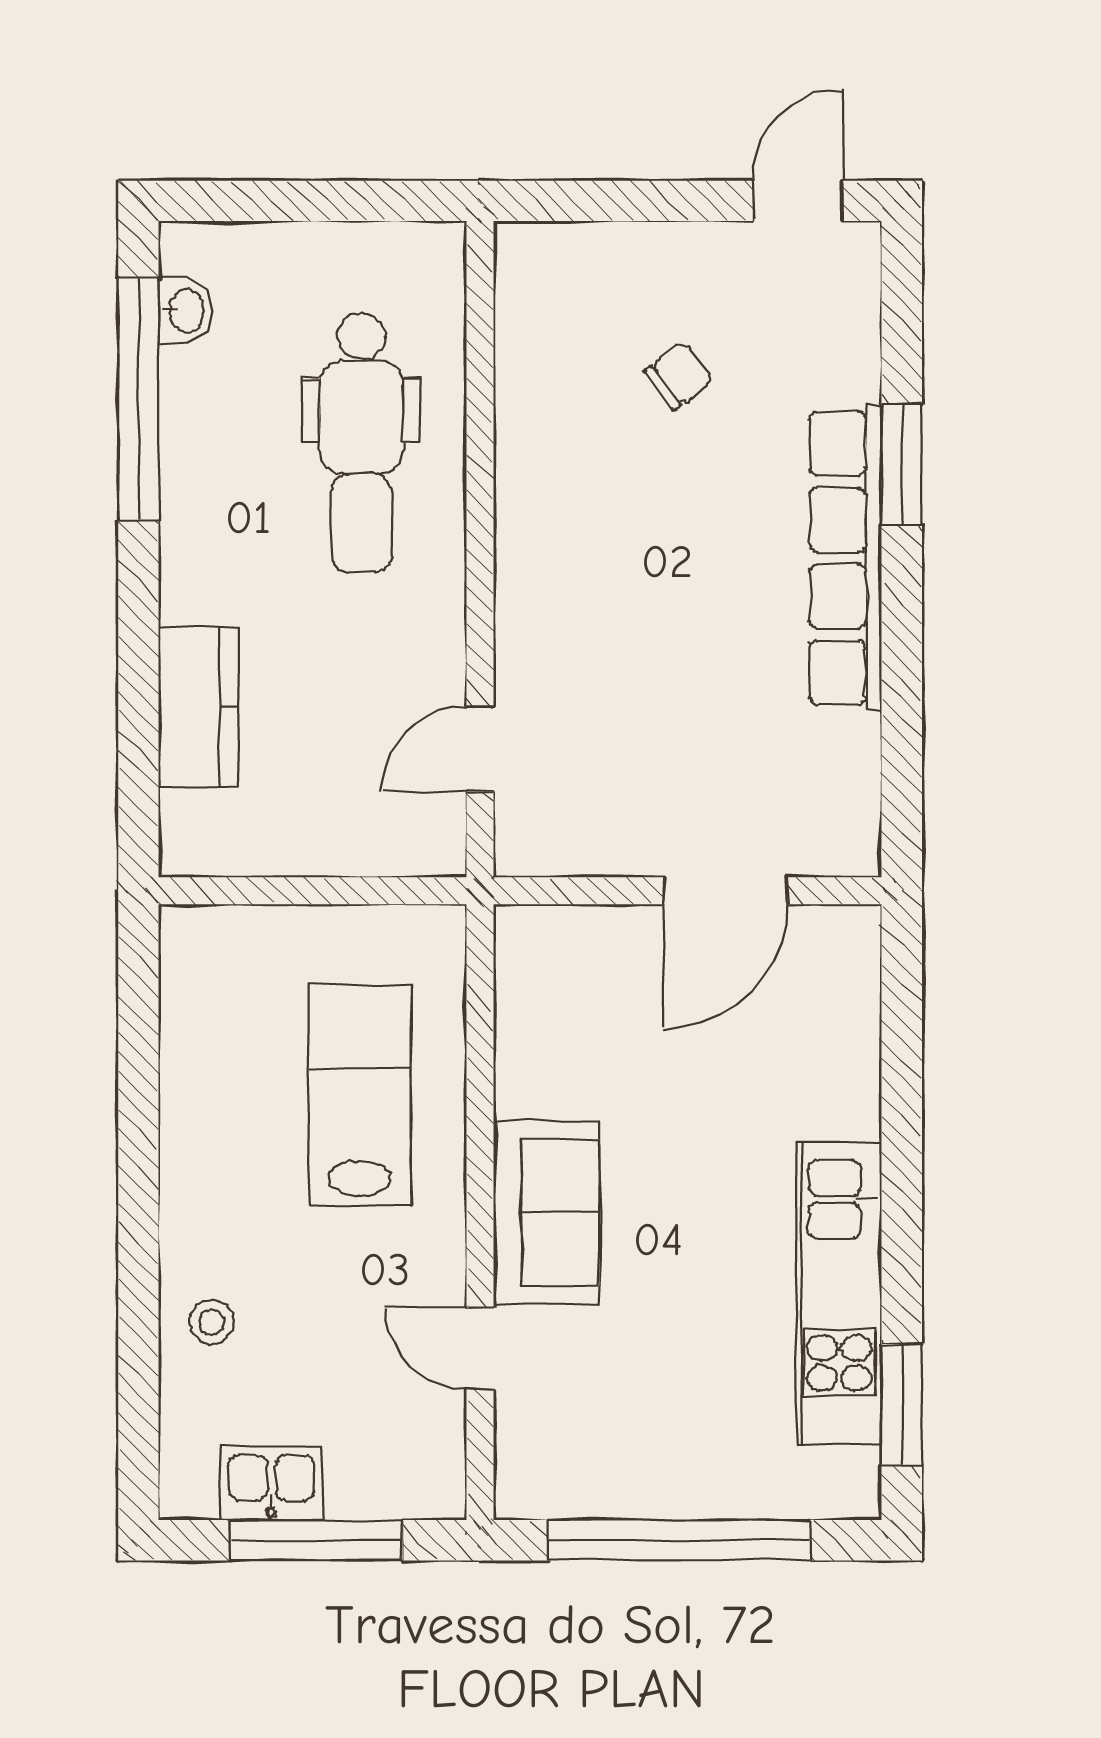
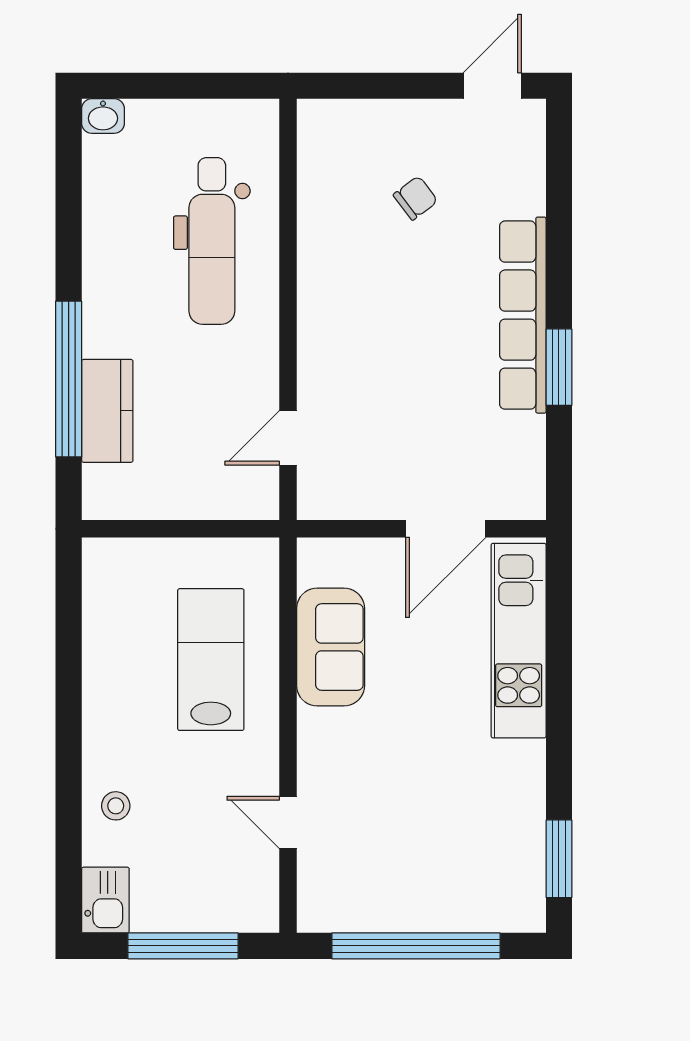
washbasin: (185, 310) -> (103, 116), moved, turned 90
window: (138, 399) -> (69, 379), moved
window: (902, 464) -> (559, 367), moved
sofa: (546, 1212) -> (331, 647), moved
kitchen unit: (839, 1293) -> (519, 641), moved
kitchen sink: (272, 1483) -> (105, 900), moved, turned 90

